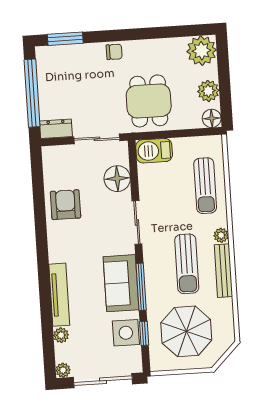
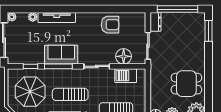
chair: (114, 52) -> (199, 59), removed
dining table: (149, 101) -> (186, 84), moved
barbecue: (154, 151) -> (126, 76), moved, turned -90
side table: (126, 333) -> (32, 56), removed

